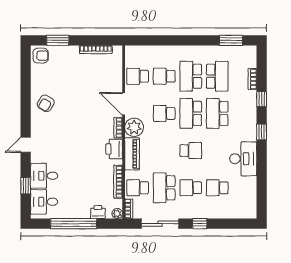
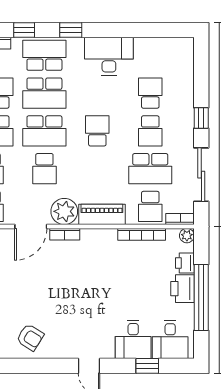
school desk: (244, 113) -> (44, 55), added
printer: (114, 149) -> (183, 289), moved, turned 90
school desk: (217, 188) -> (150, 93), turned 180

